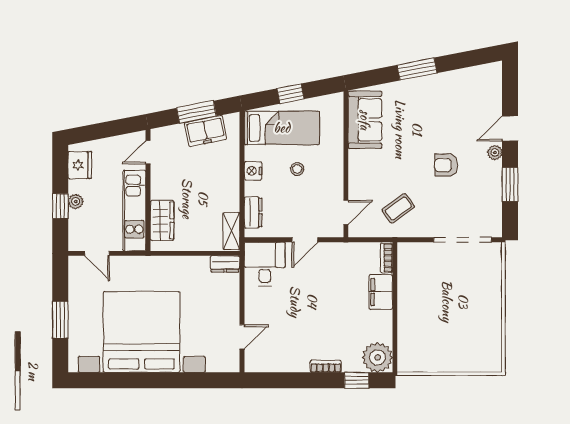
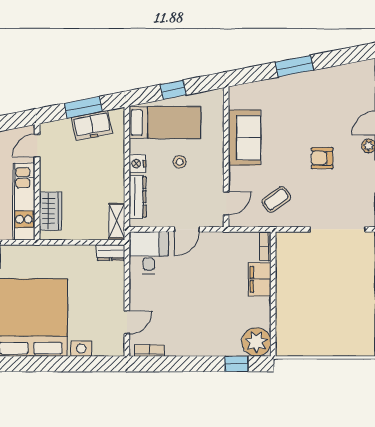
sofa: (365, 120) -> (244, 138), moved
dresser: (253, 212) -> (138, 197), width x1.44
bookcase: (326, 366) -> (149, 350), moved

